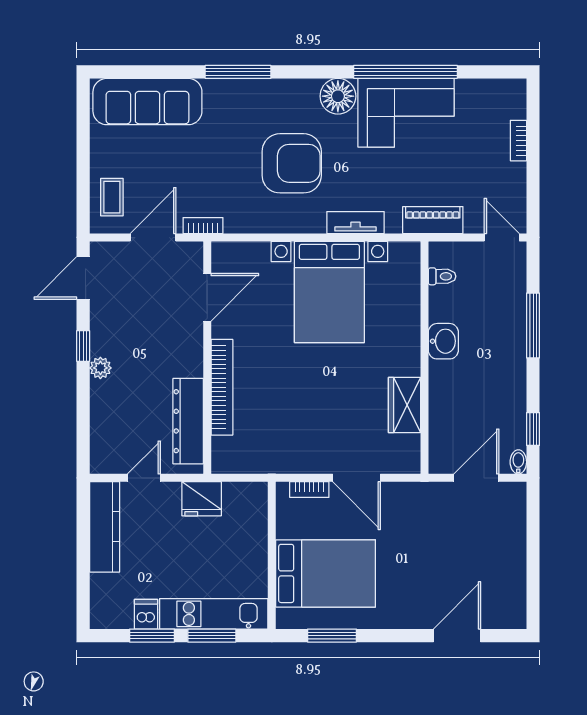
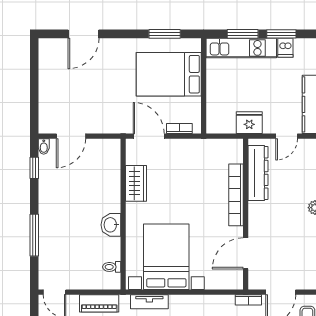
toilet: (442, 276) -> (112, 267), moved
washbasin: (443, 341) -> (111, 225), moved
wall: (424, 358) -> (123, 214), moved
wardrobe: (404, 405) -> (136, 183), moved

